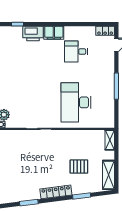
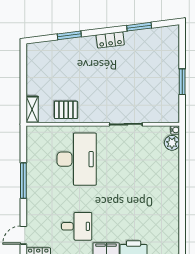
pallet: (79, 167) -> (66, 110), moved
shelving: (108, 175) -> (34, 63), removed
locker: (56, 192) -> (110, 40), width x0.66

